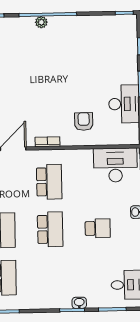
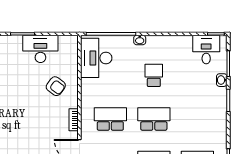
armchair: (84, 122) -> (56, 86), turned -143
washbasin: (79, 303) -> (222, 80), moved

